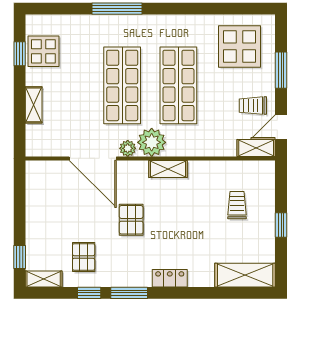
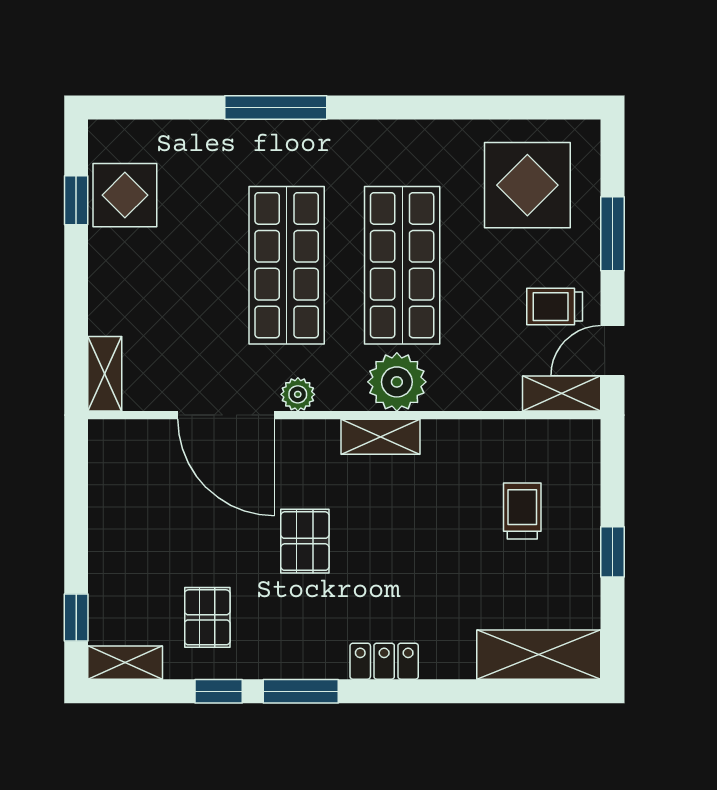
shelving: (34, 105) -> (105, 374), moved
plant: (152, 142) -> (397, 382), moved

